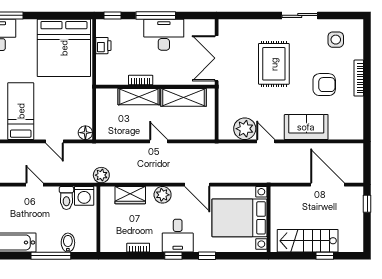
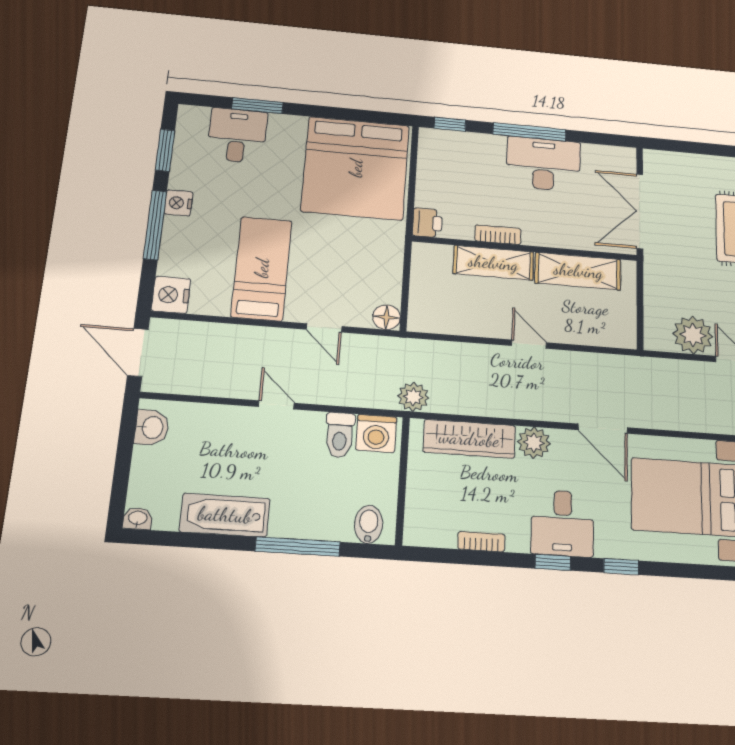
printer: (103, 46) -> (427, 223), moved
wardrobe: (130, 195) -> (469, 439), width x1.50
bidet: (68, 243) -> (369, 524), moved

